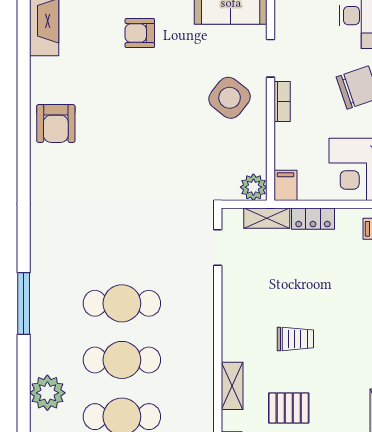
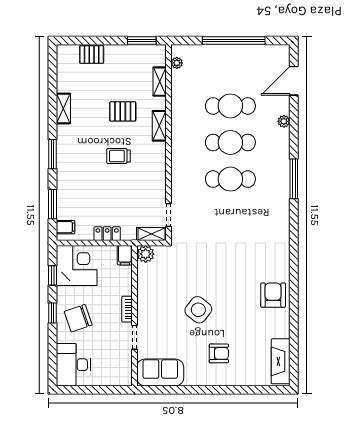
side table: (230, 98) -> (198, 310), moved
shelving: (267, 218) -> (151, 234), moved
plant: (47, 393) -> (284, 121), width x0.53, depth x0.53

